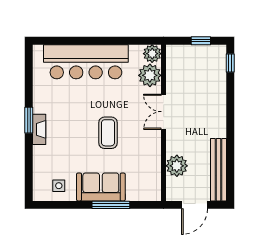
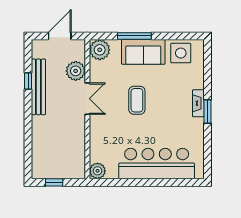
window: (230, 63) -> (28, 81), moved
plant: (150, 75) -> (100, 50), moved
double door: (164, 112) -> (87, 99), moved
bench: (218, 170) -> (38, 87), moved
side table: (59, 186) -> (181, 53), width x1.87, depth x1.87

